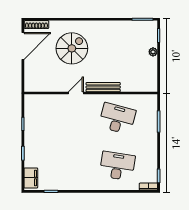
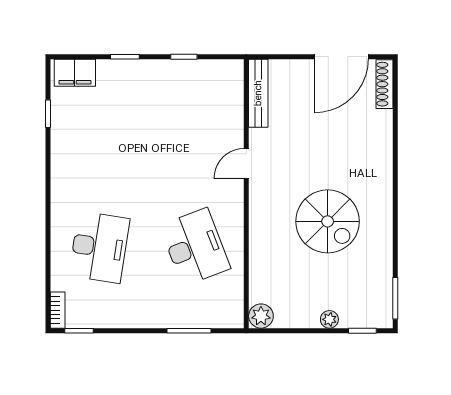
door: (23, 46) -> (341, 57), hinge flipped
spiral stairs: (72, 48) -> (328, 221), moved
plant: (151, 86) -> (261, 316), added
bench: (103, 87) -> (258, 93), moved
door: (76, 93) -> (246, 164), swing flipped
desk: (117, 118) -> (195, 247), turned -36

